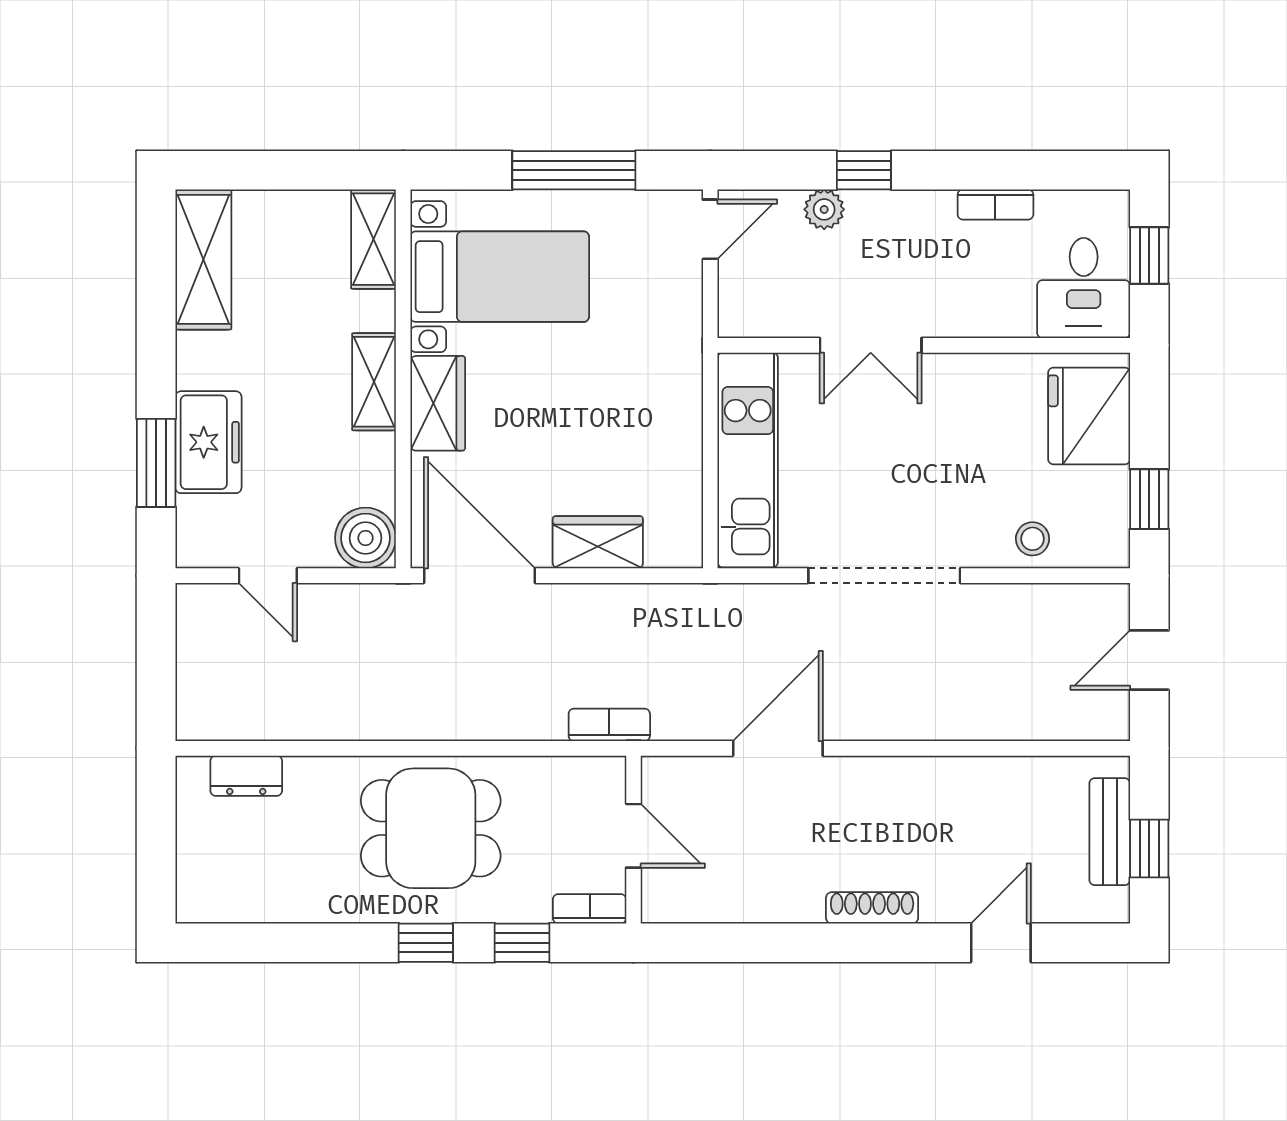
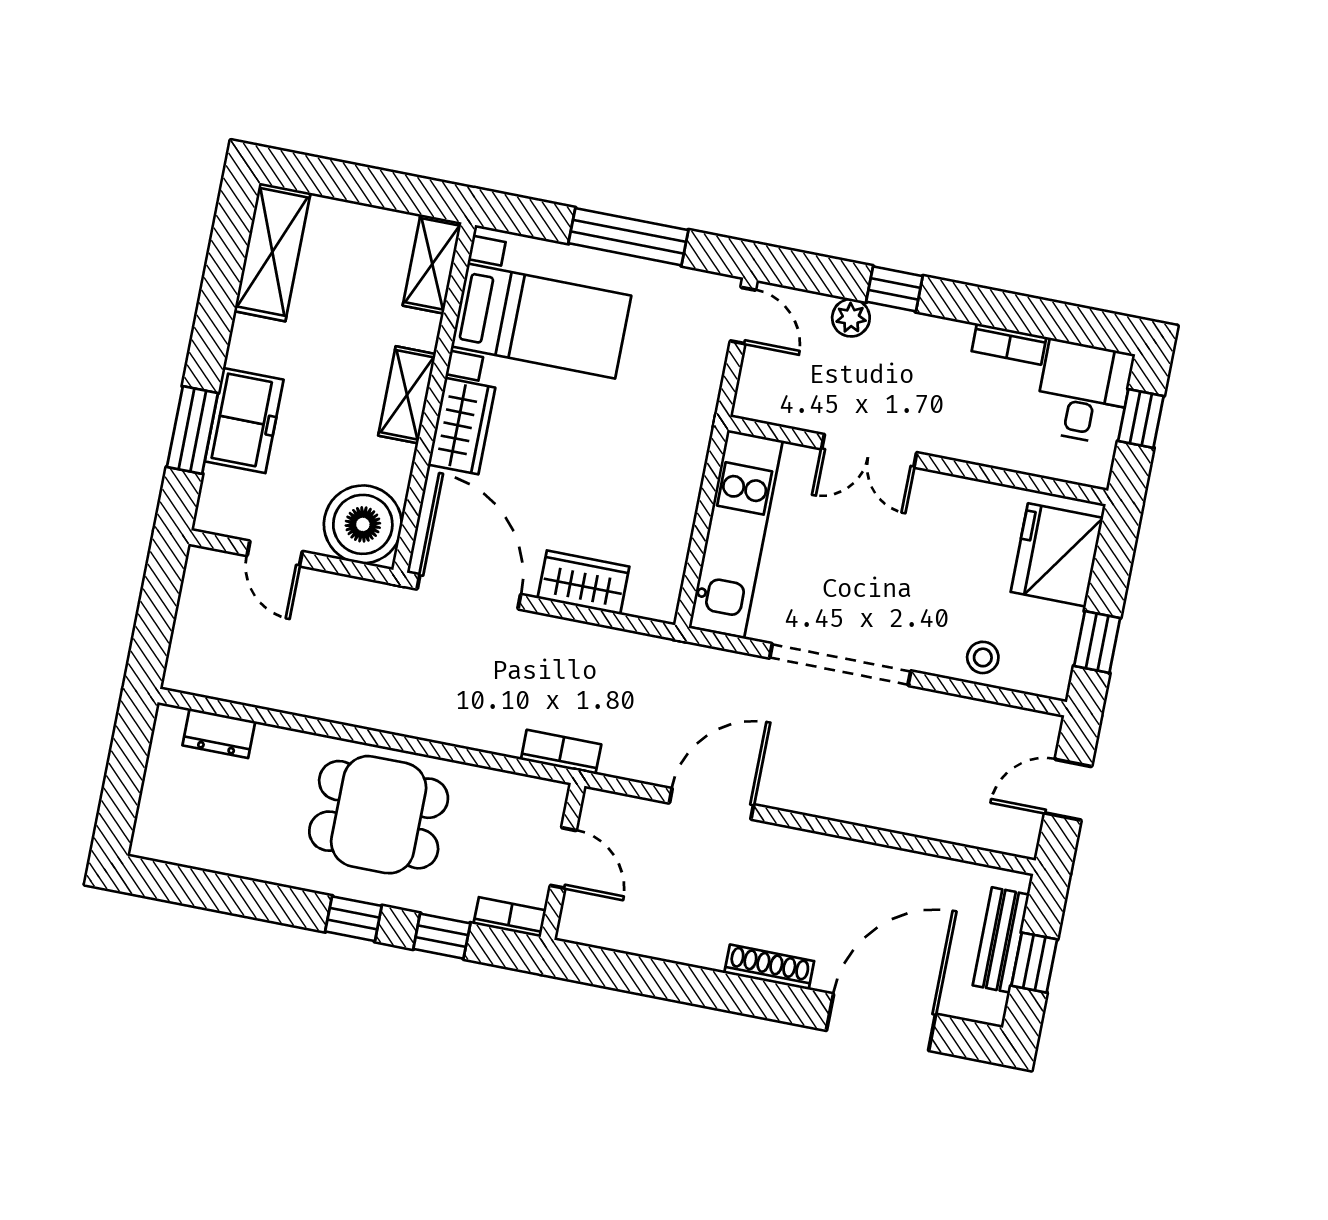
door: (710, 229) -> (743, 316), hinge flipped
desk: (1084, 288) -> (1084, 392), moved, turned 180
boiler: (366, 538) -> (363, 524), width x1.37, depth x1.37
door: (1001, 943) -> (881, 1022), width x1.88

